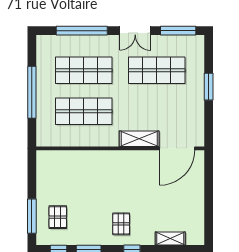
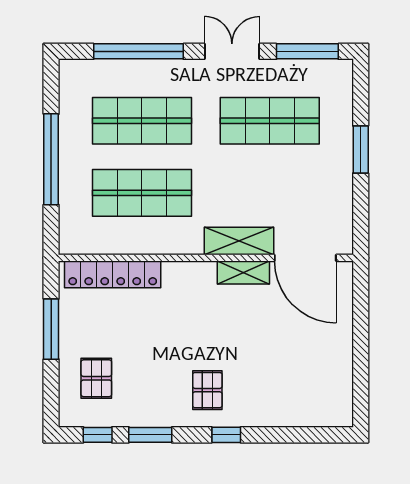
double door: (135, 31) -> (232, 51), swing flipped
door: (177, 148) -> (305, 258), hinge flipped
locker: (67, 158) -> (113, 274), added
window: (32, 216) -> (51, 329), moved
shelving: (170, 239) -> (243, 273), moved

